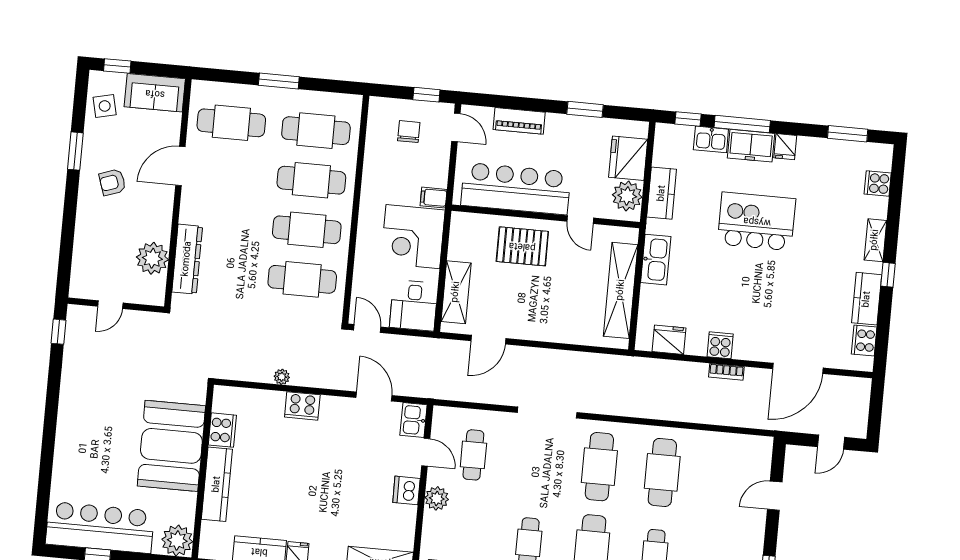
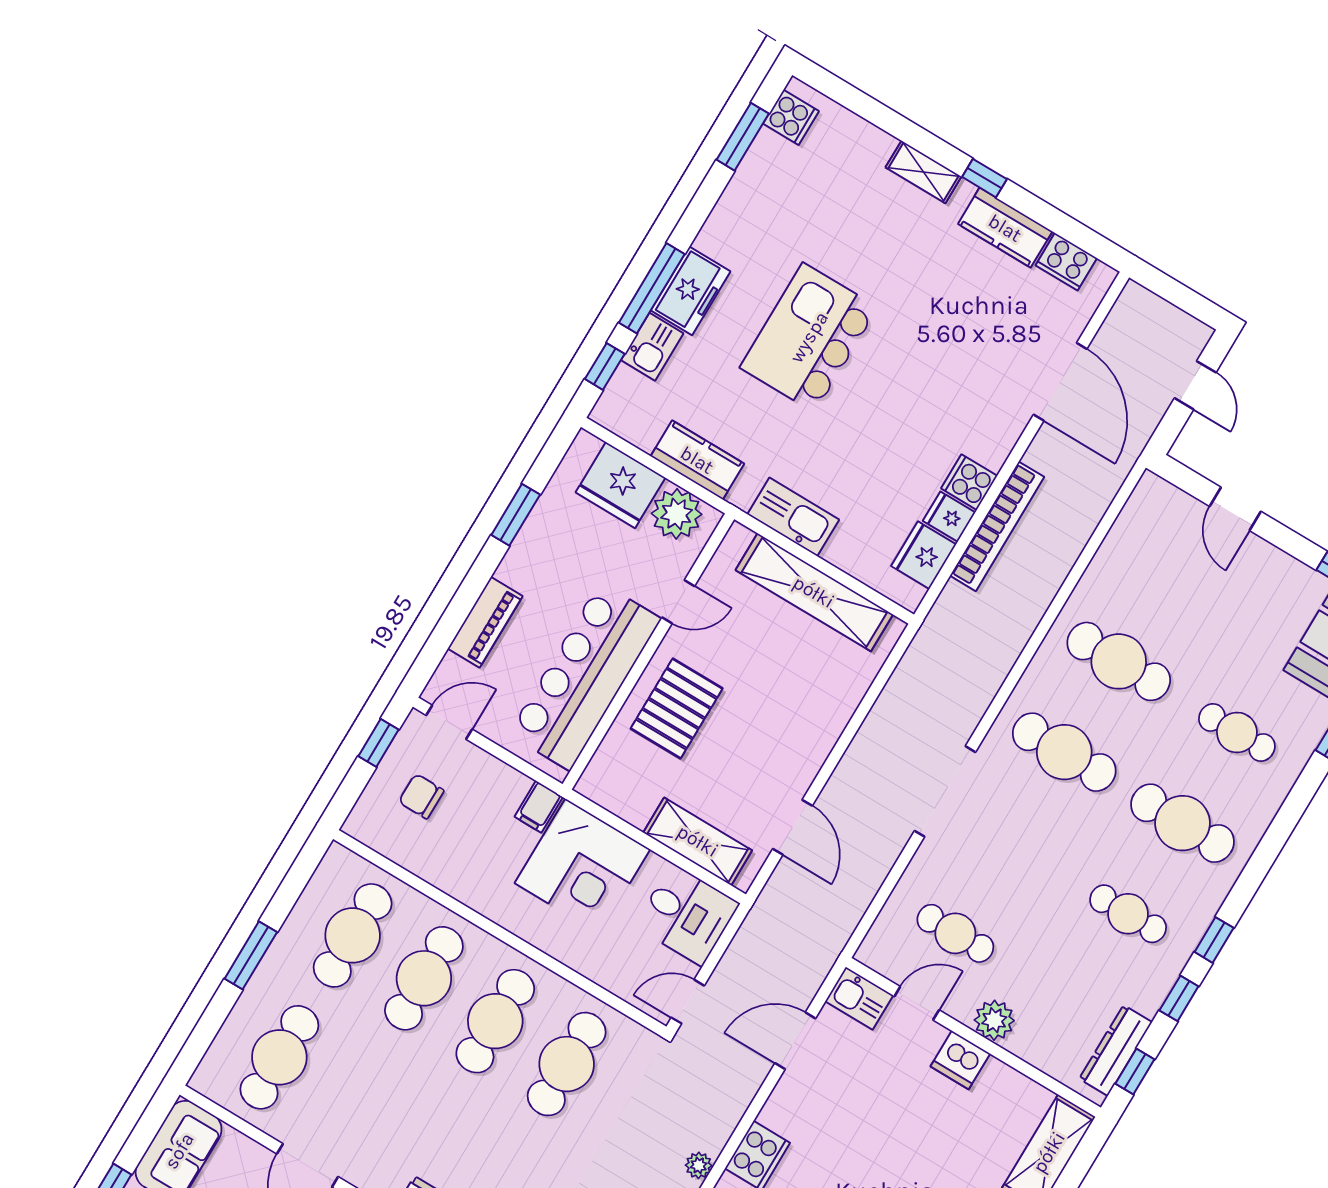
fridge: (785, 147) -> (949, 517), moved, turned 180
cooker: (878, 183) -> (791, 117), moved, turned -90
bookcase: (726, 372) -> (997, 526), width x2.31, depth x1.31

